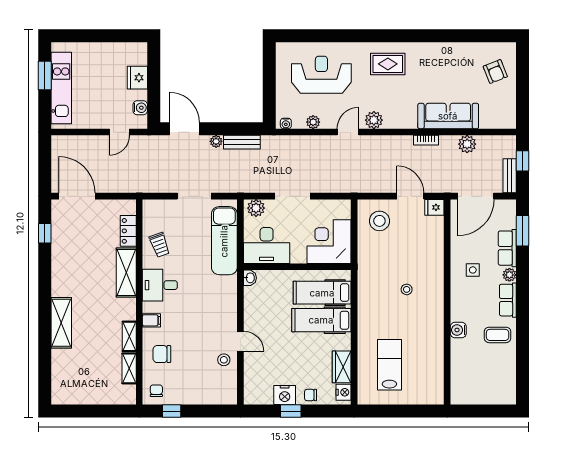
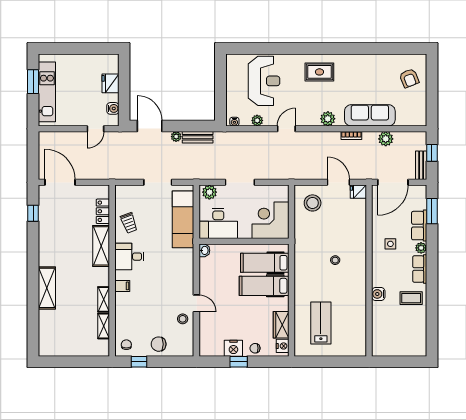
reception desk: (321, 75) -> (264, 81), turned 90
plant: (374, 120) -> (328, 119), moved
chair: (162, 354) -> (159, 344), moved

